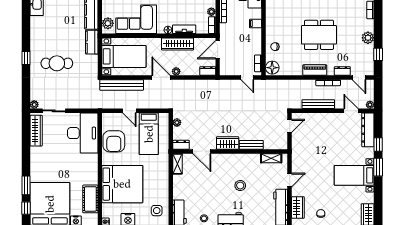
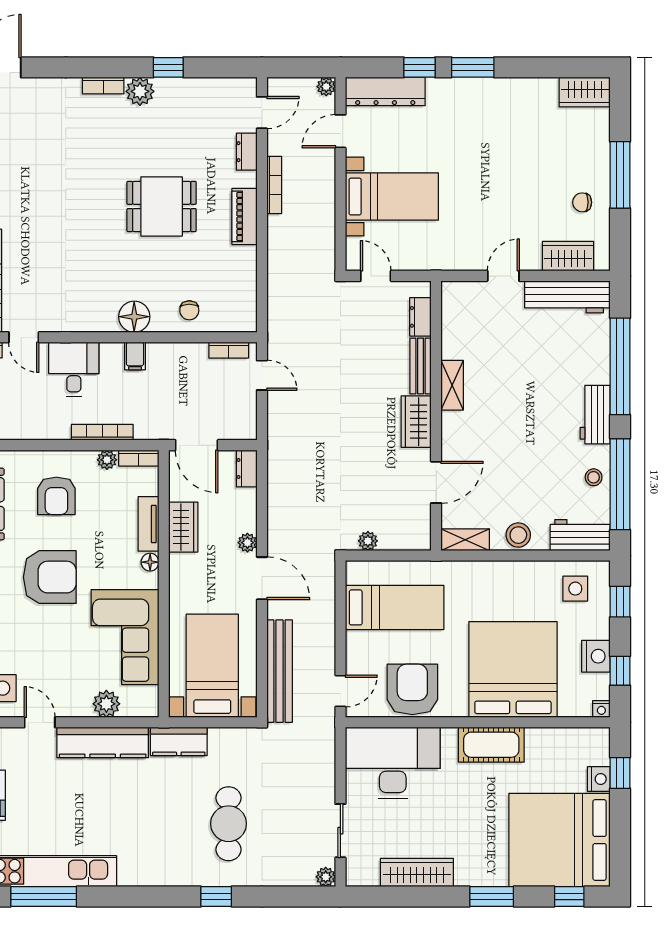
plant: (108, 23) -> (106, 704), moved
dining table: (319, 35) -> (162, 206), width x0.73
plant: (368, 38) -> (140, 91), moved
wardrobe: (178, 44) -> (183, 527), width x0.67
window: (378, 54) -> (168, 67), moved
floor lamp: (272, 68) -> (134, 317), moved
door: (161, 77) -> (262, 578), swing flipped
door: (247, 77) -> (262, 375), hinge flipped
bench: (318, 104) -> (325, 208), removed
door: (129, 111) -> (340, 691), moved
wardrobe: (36, 131) -> (417, 873), moved
armchair: (114, 141) -> (412, 689), turned -90
dresser: (181, 145) -> (420, 317), moved
shelving: (271, 158) -> (452, 385), moved
bed with nightstands: (354, 175) -> (392, 197), moved, turned -90
door: (290, 180) -> (503, 276), hinge flipped
window: (26, 185) -> (492, 896), moved
stool: (240, 186) -> (518, 535), moved
cot: (90, 199) -> (491, 745), moved

